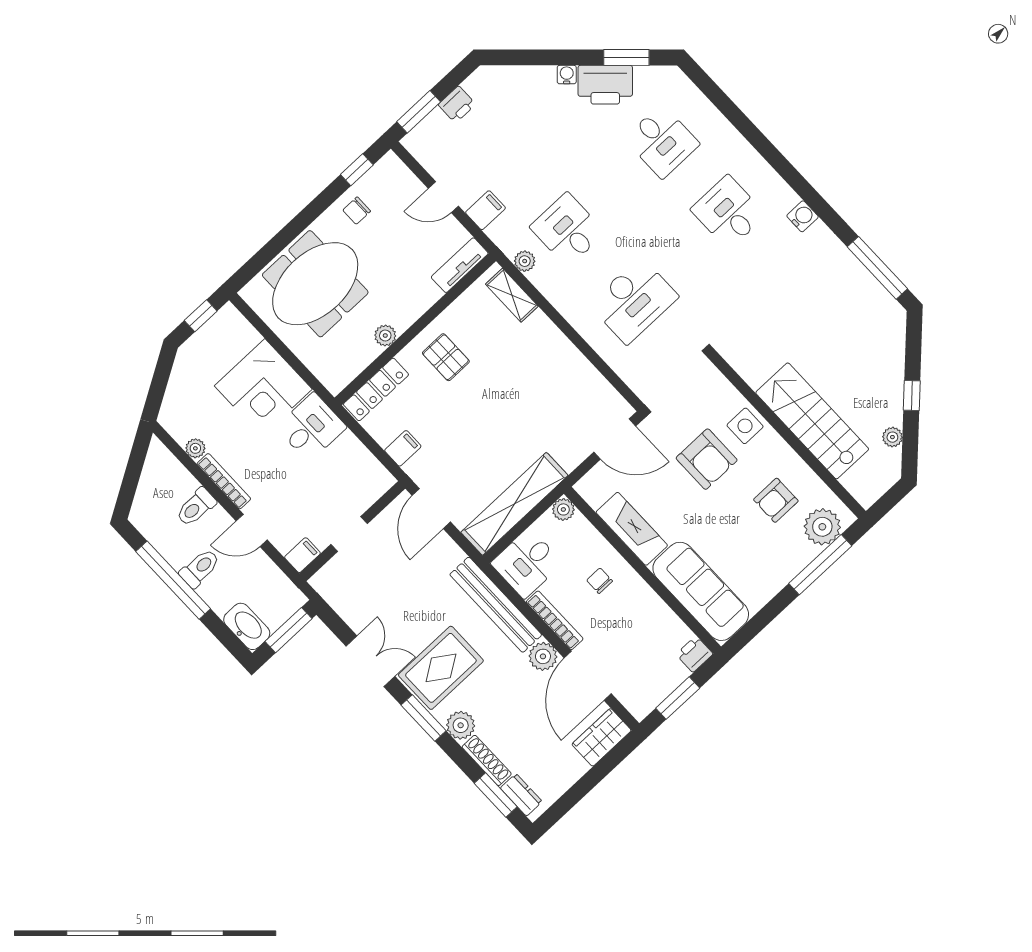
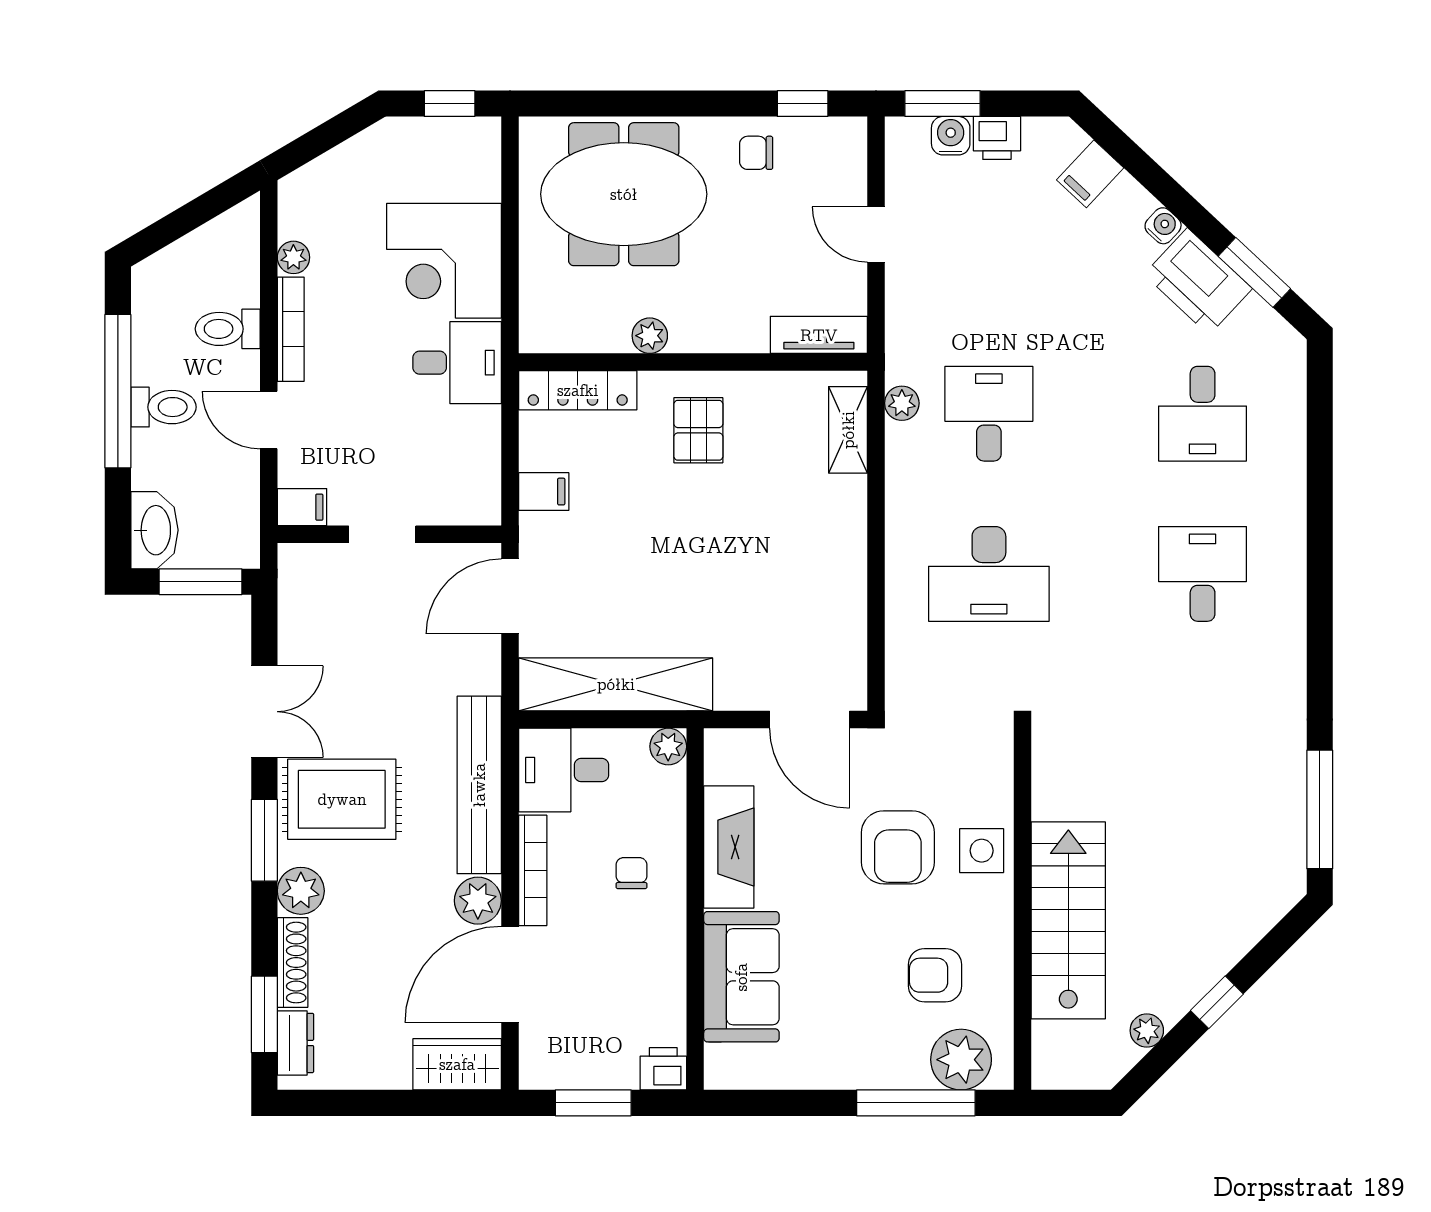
filing cabinet: (485, 210) -> (1090, 174), moved, turned 133
water cooler: (803, 216) -> (951, 136), moved, turned -90
sofa: (701, 591) -> (741, 977), width x0.73

